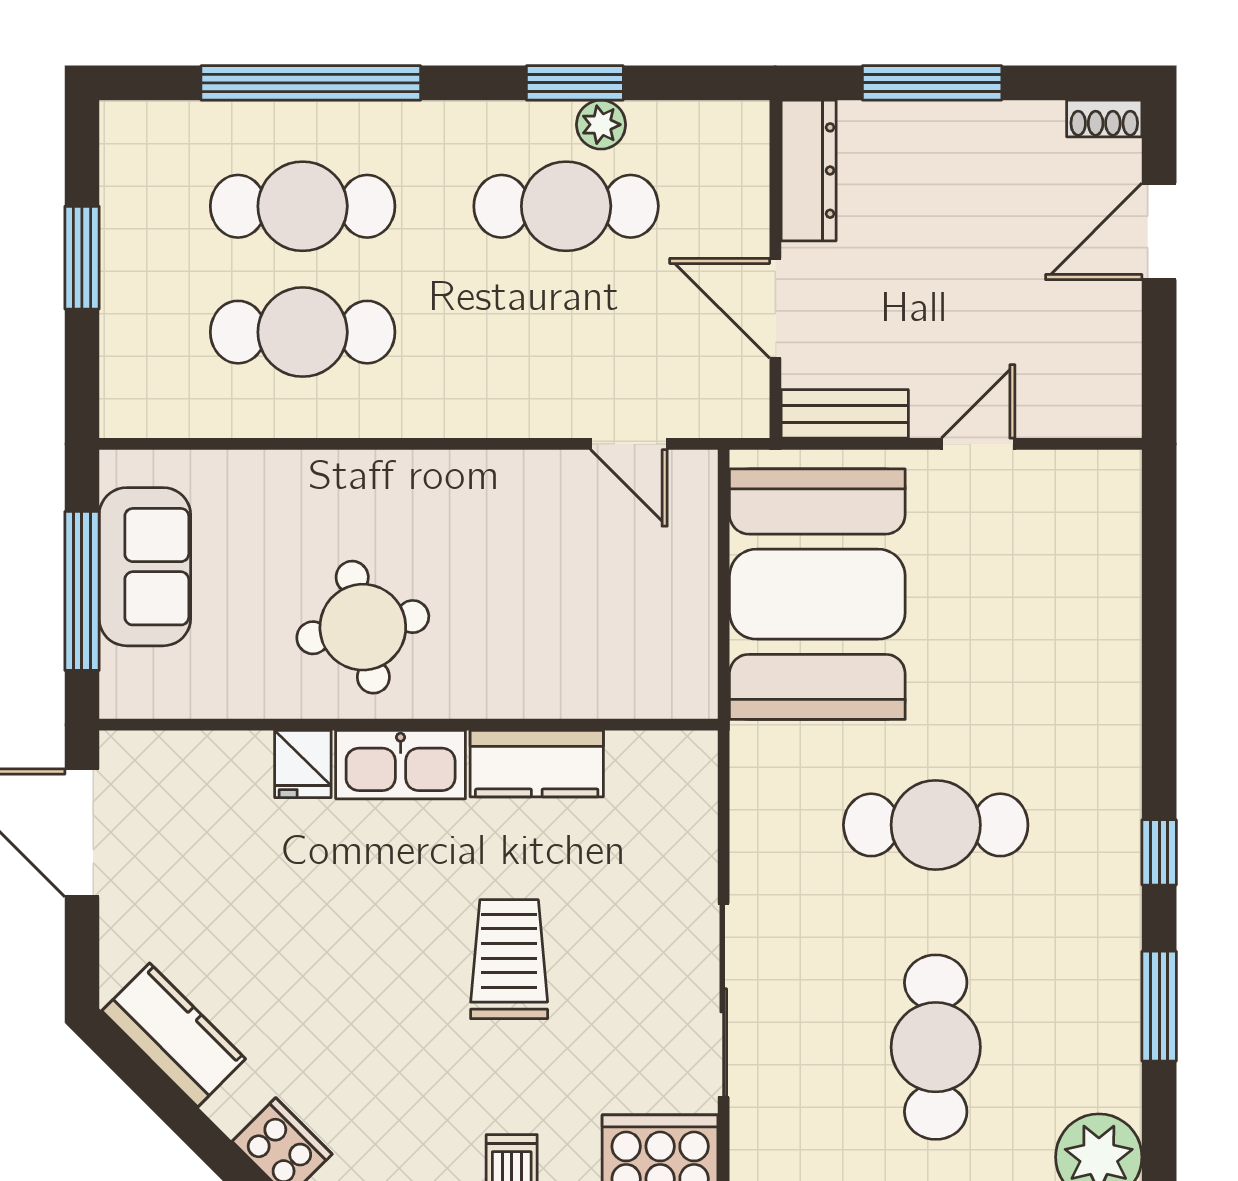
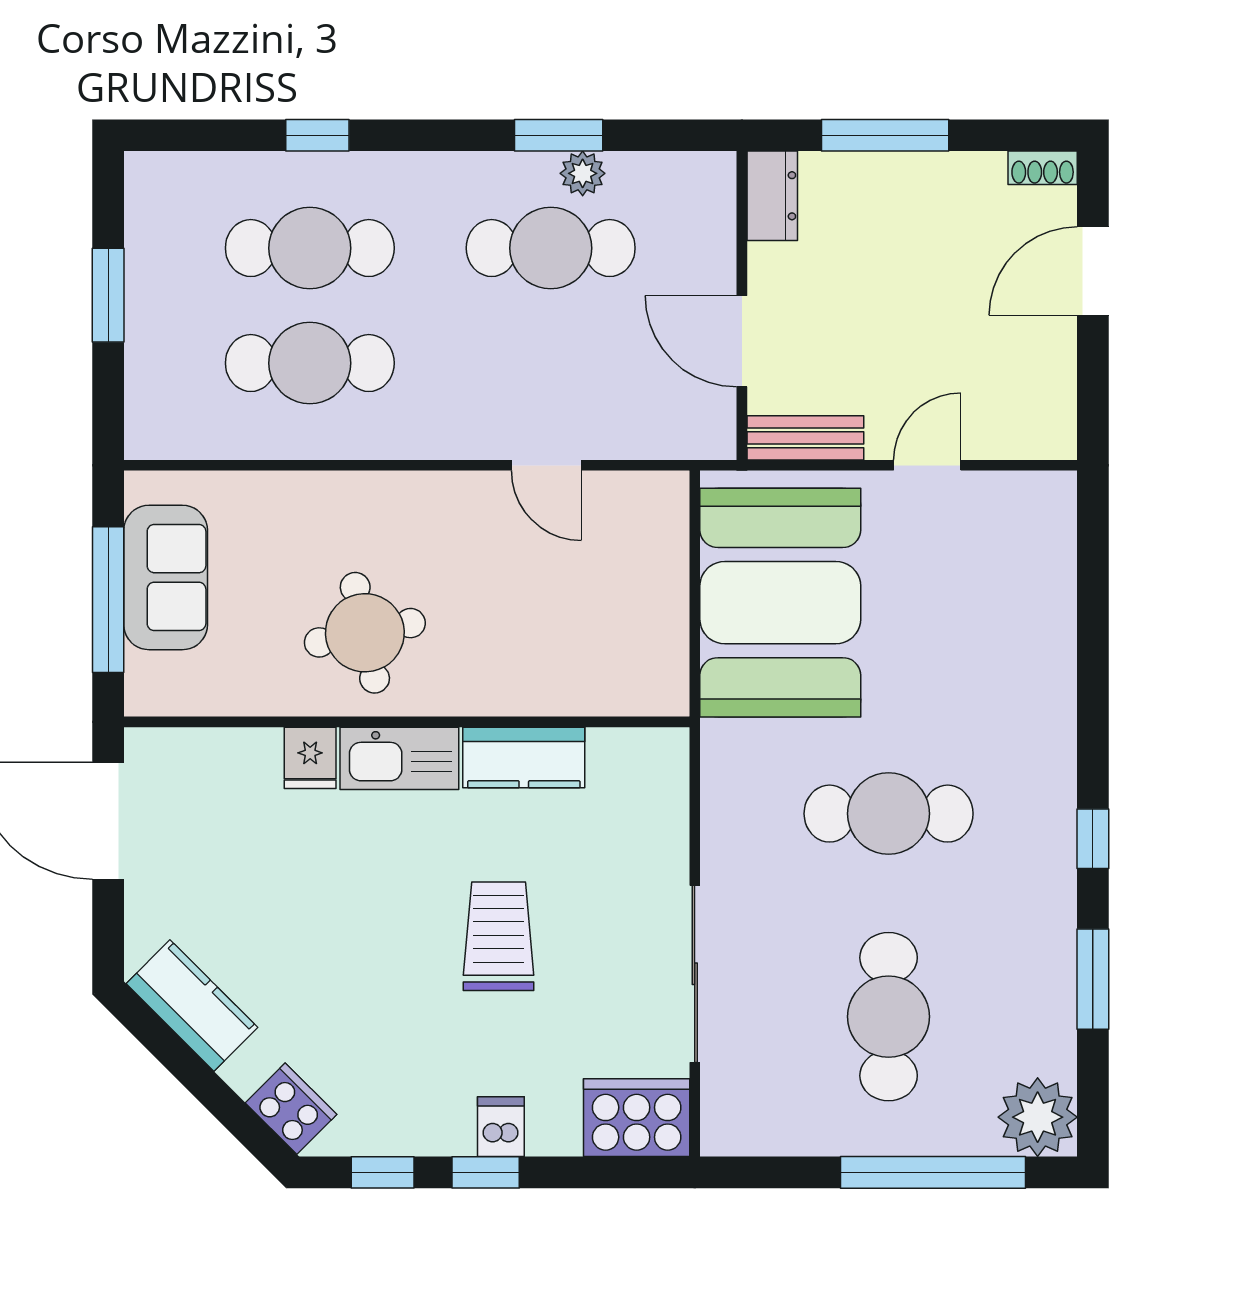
window: (311, 83) -> (317, 135), width x0.32
dresser: (809, 171) -> (772, 196), width x0.70
door: (629, 444) -> (546, 465), moved

